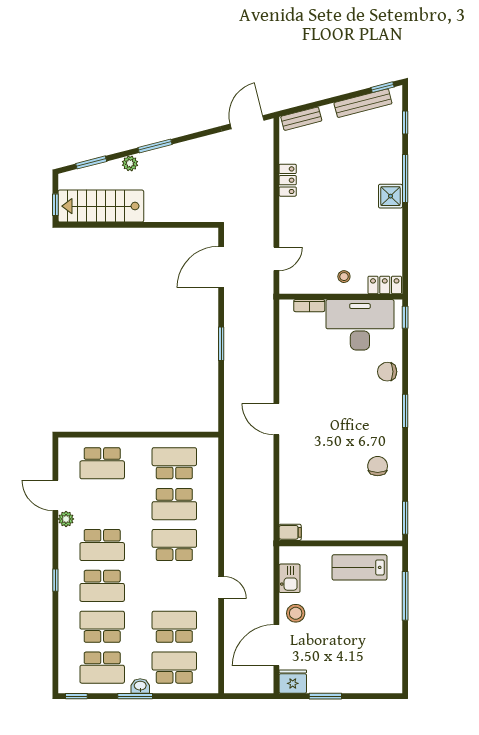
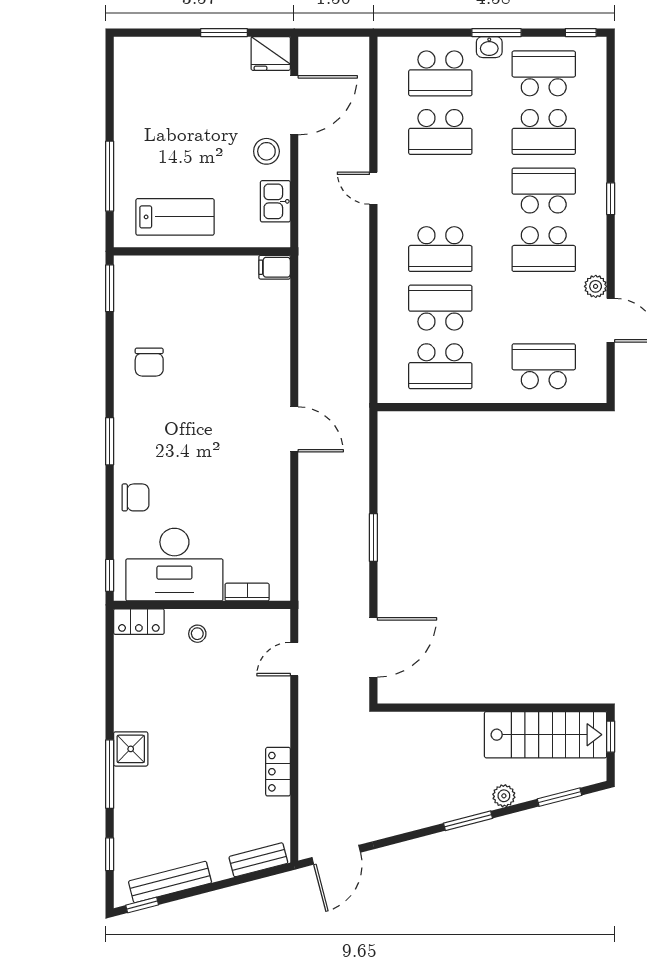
school desk: (102, 545) -> (544, 249), turned 180

